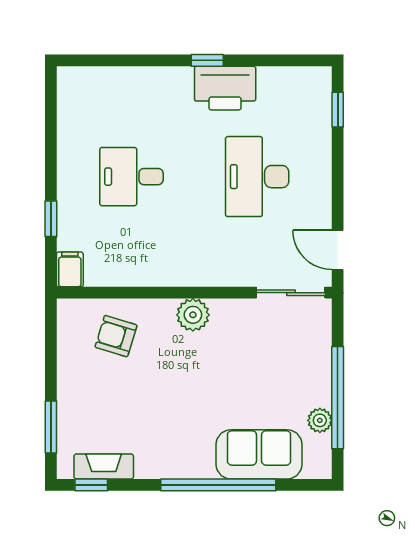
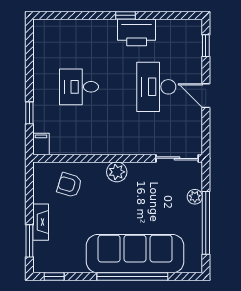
door: (338, 250) -> (206, 96), moved
plant: (320, 420) -> (195, 197), moved
sofa: (259, 454) -> (135, 254), width x1.85, depth x1.27
fireplace: (104, 466) -> (41, 222), moved, turned 90

